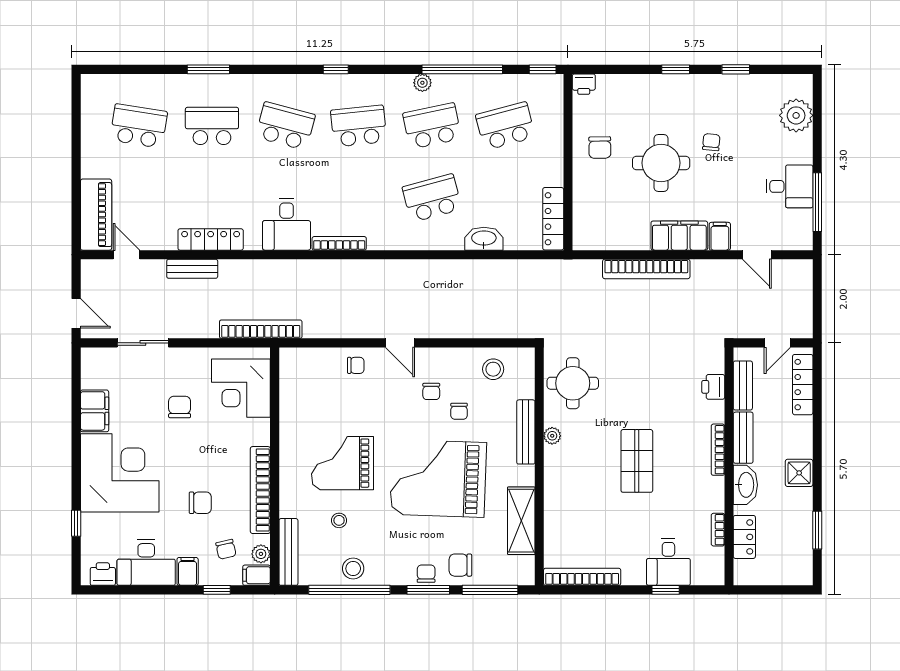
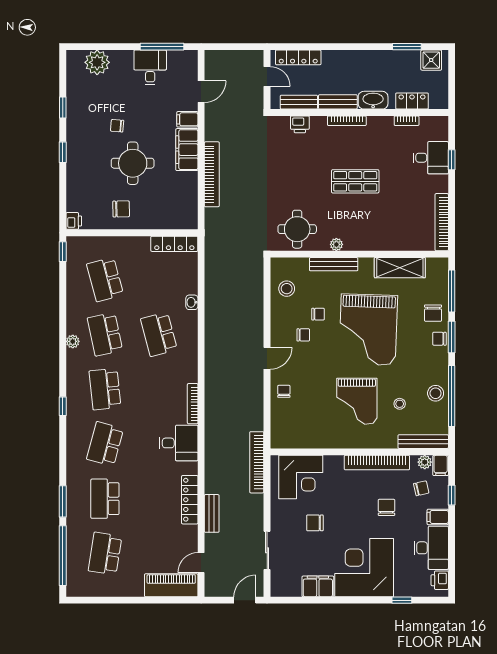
window: (462, 69) -> (63, 556), moved
washbasin: (484, 239) -> (192, 302), width x0.52, depth x0.69
shower: (799, 473) -> (431, 60), moved

